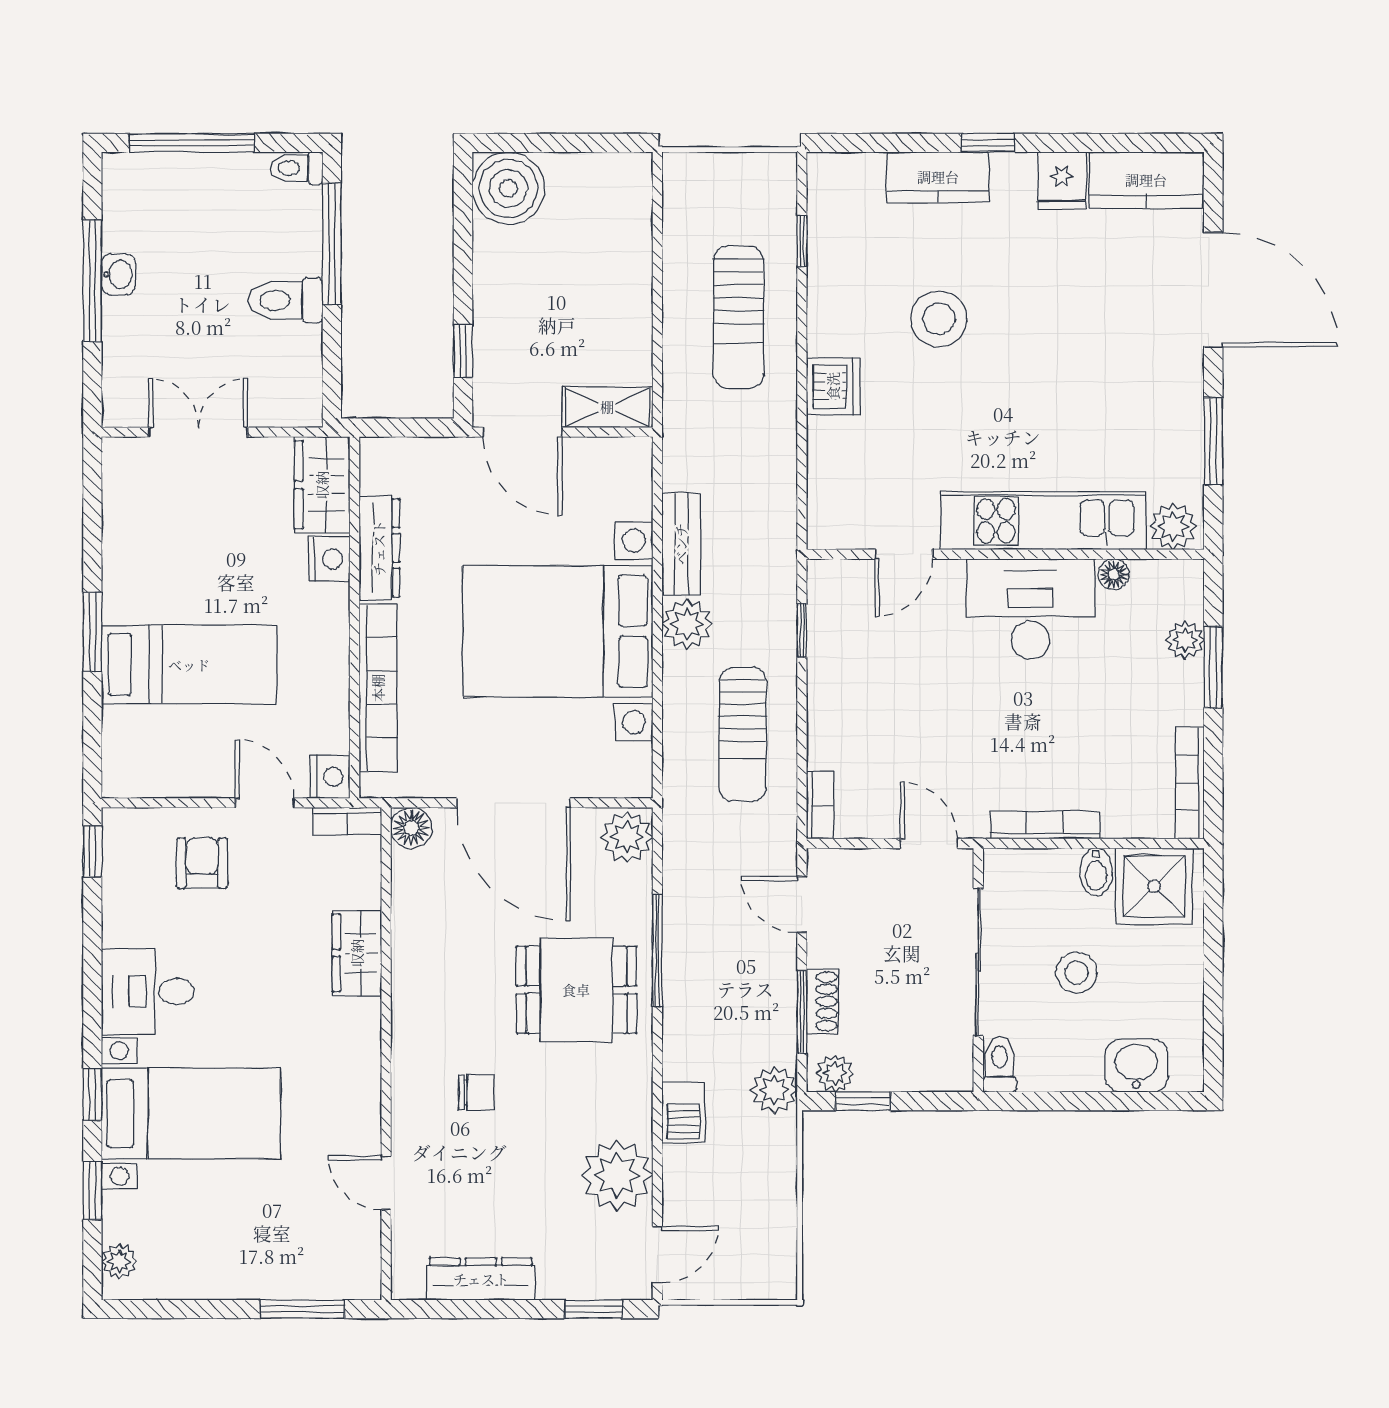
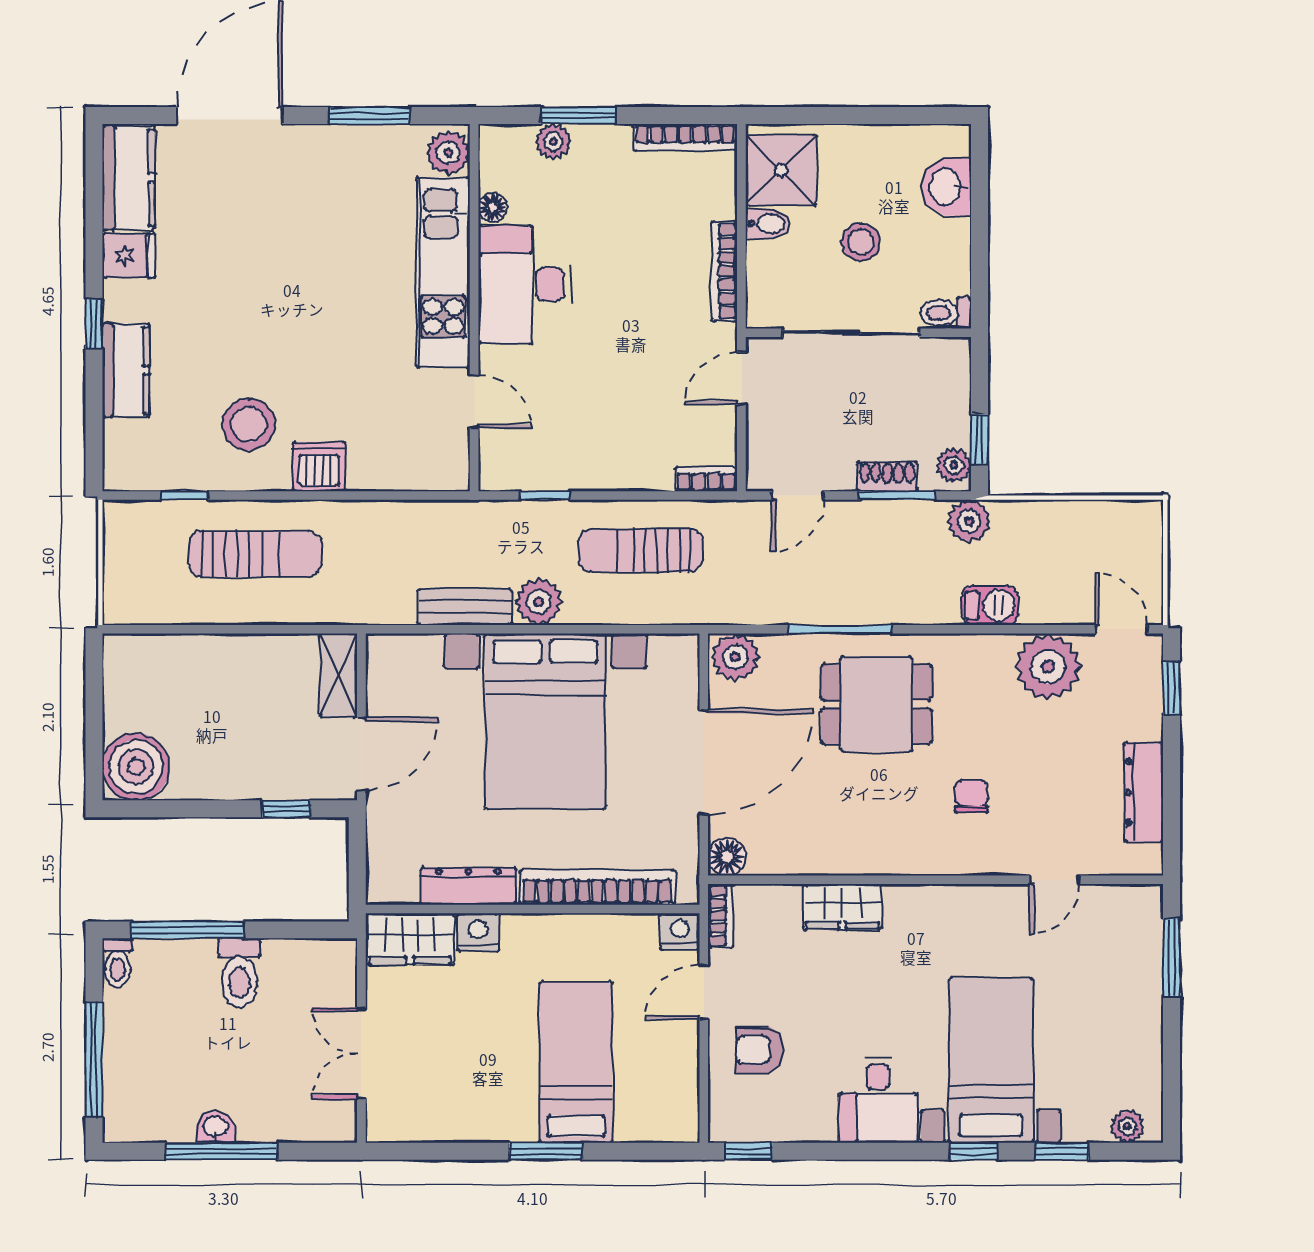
stool: (939, 319) -> (249, 424), moved
sun lounger: (743, 734) -> (640, 550), turned 180
dining table: (576, 990) -> (877, 704), turned 90

